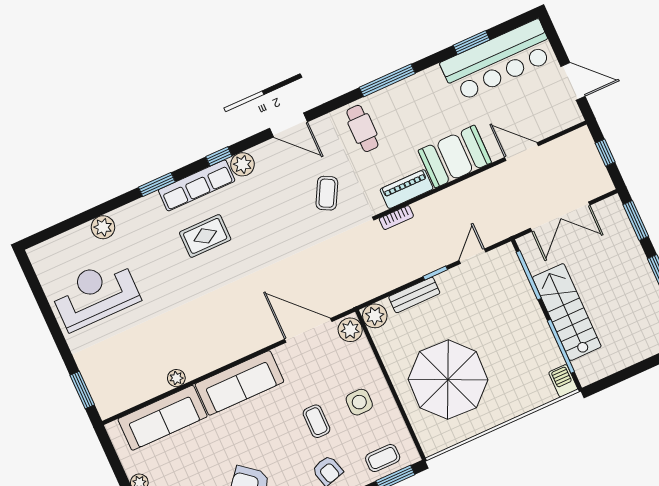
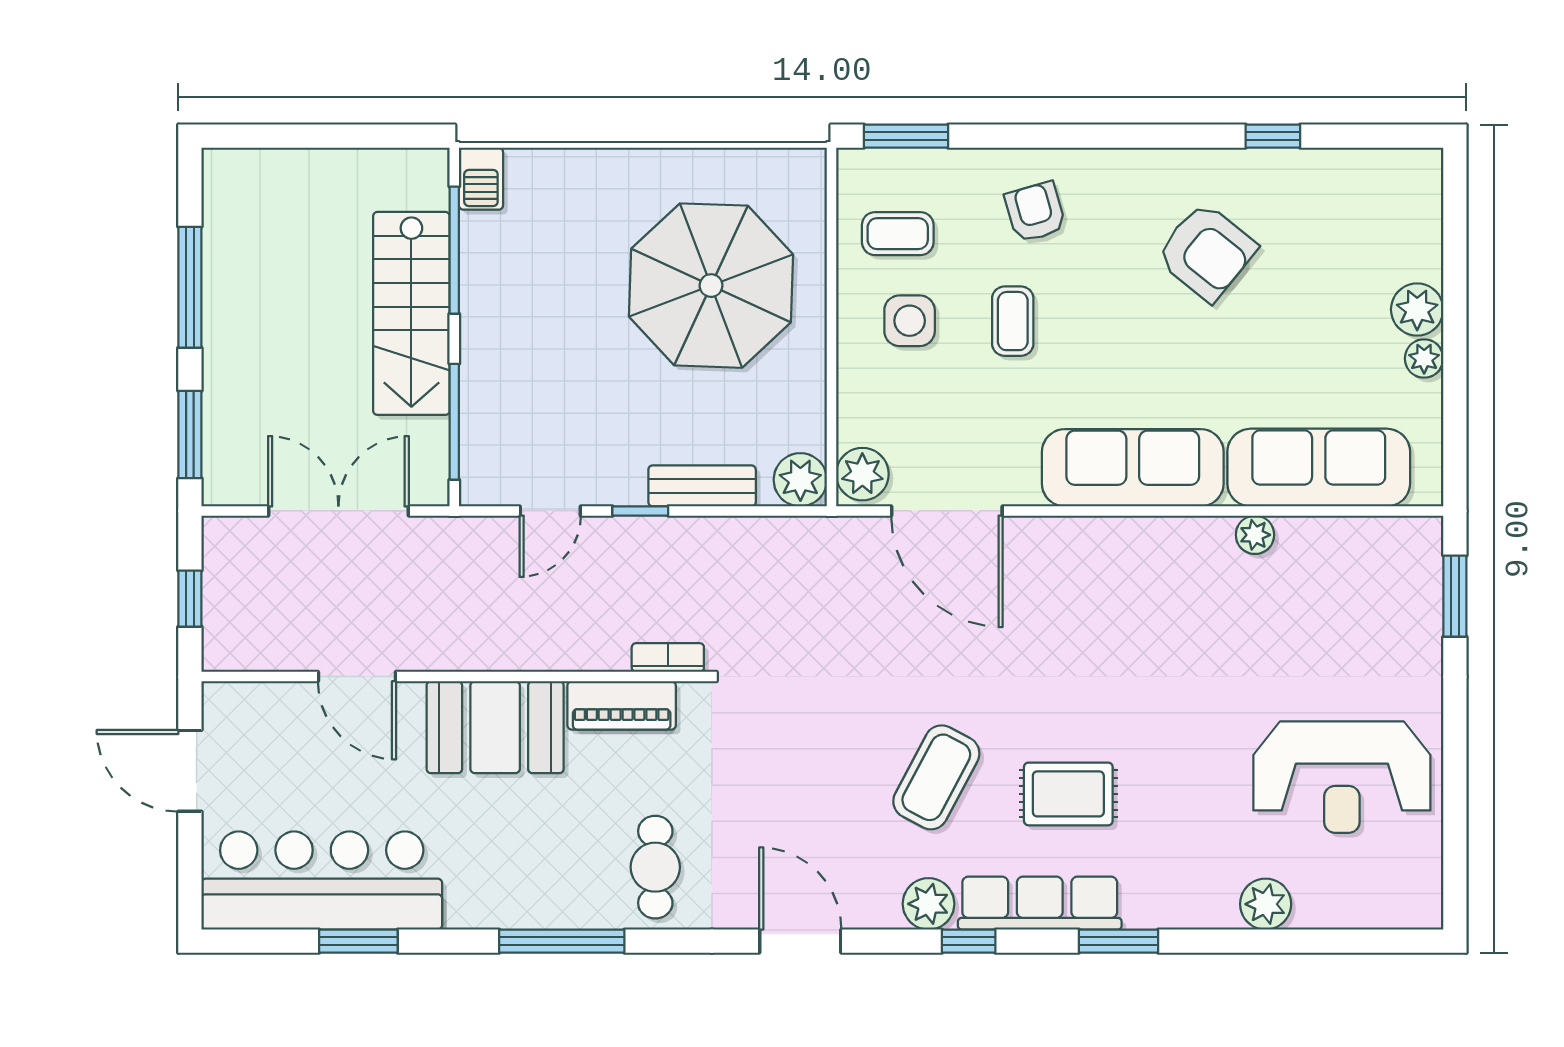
coffee table: (327, 193) -> (936, 777), moved, width x1.36, depth x1.30
coffee table: (383, 458) -> (898, 234), moved

